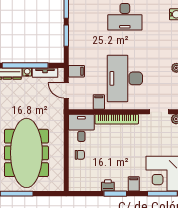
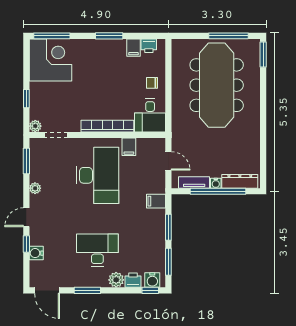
filing cabinet: (76, 71) -> (156, 201), moved
filing cabinet: (134, 184) -> (133, 48), moved
printer: (108, 185) -> (149, 46), moved

